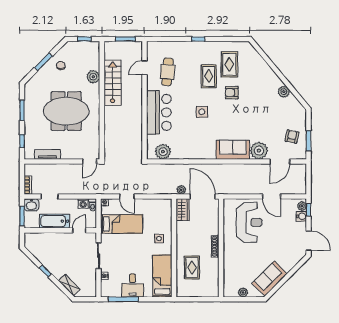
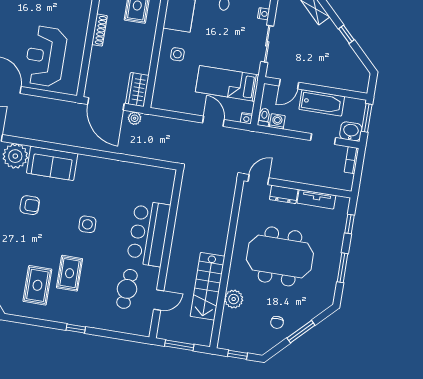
armchair: (232, 93) -> (30, 205), moved
plant: (163, 152) -> (152, 177), removed
dresser: (70, 154) -> (284, 194), added

